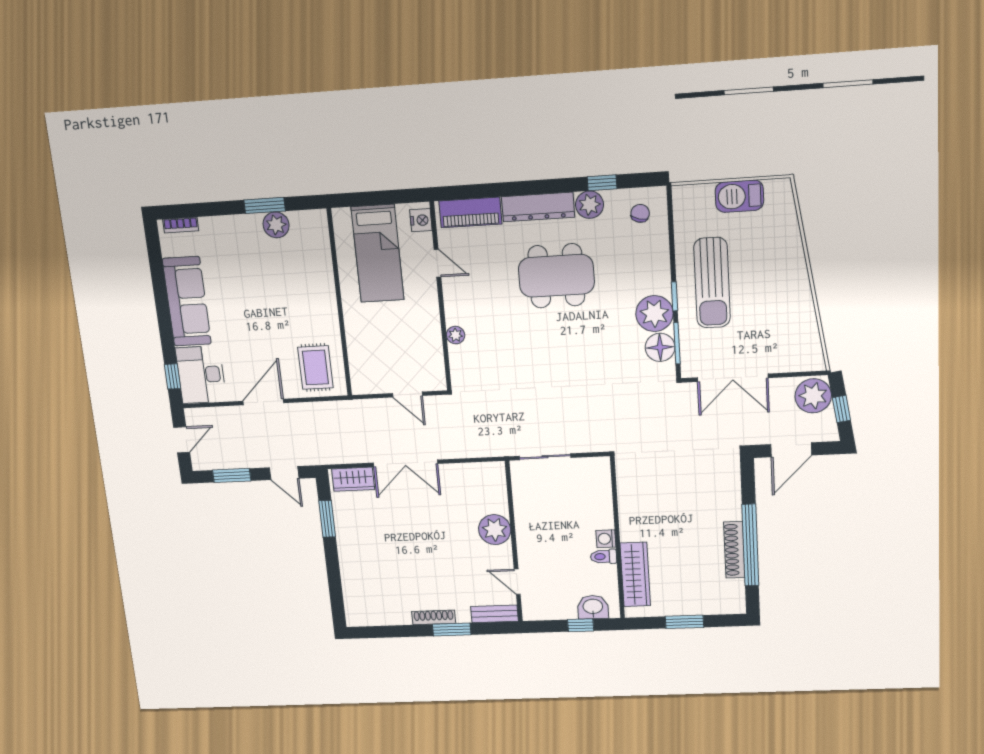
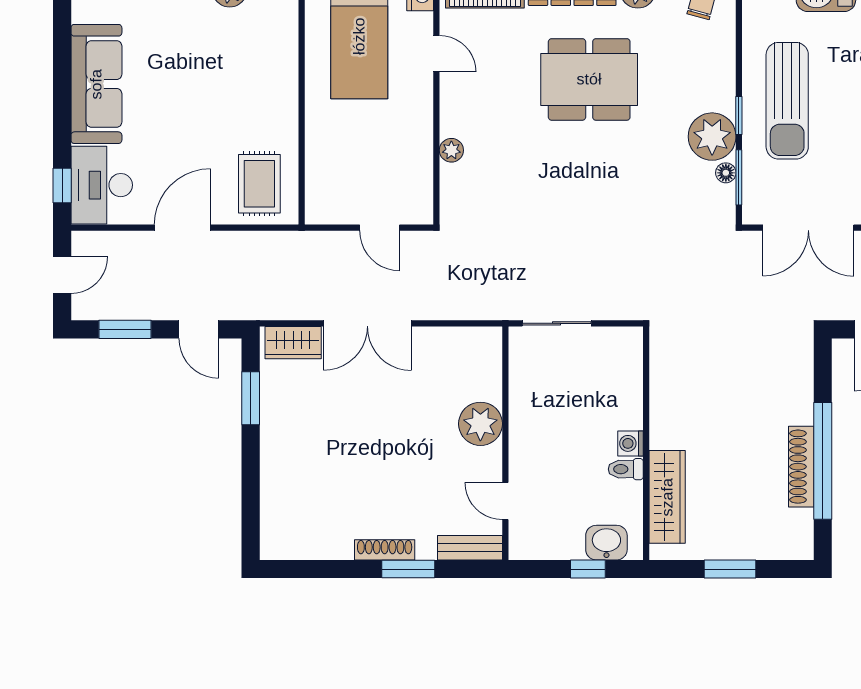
floor lamp: (660, 347) -> (726, 173), width x0.53, depth x0.53

